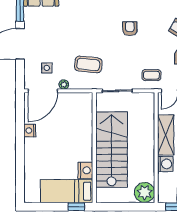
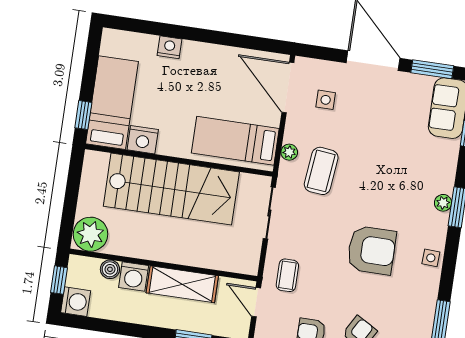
armchair: (130, 29) -> (372, 250), width x1.88, depth x1.88
plant: (64, 85) -> (289, 152), moved
bed: (78, 117) -> (235, 141), added
nightstand: (30, 130) -> (169, 47), moved
boiler: (163, 178) -> (110, 269), added

